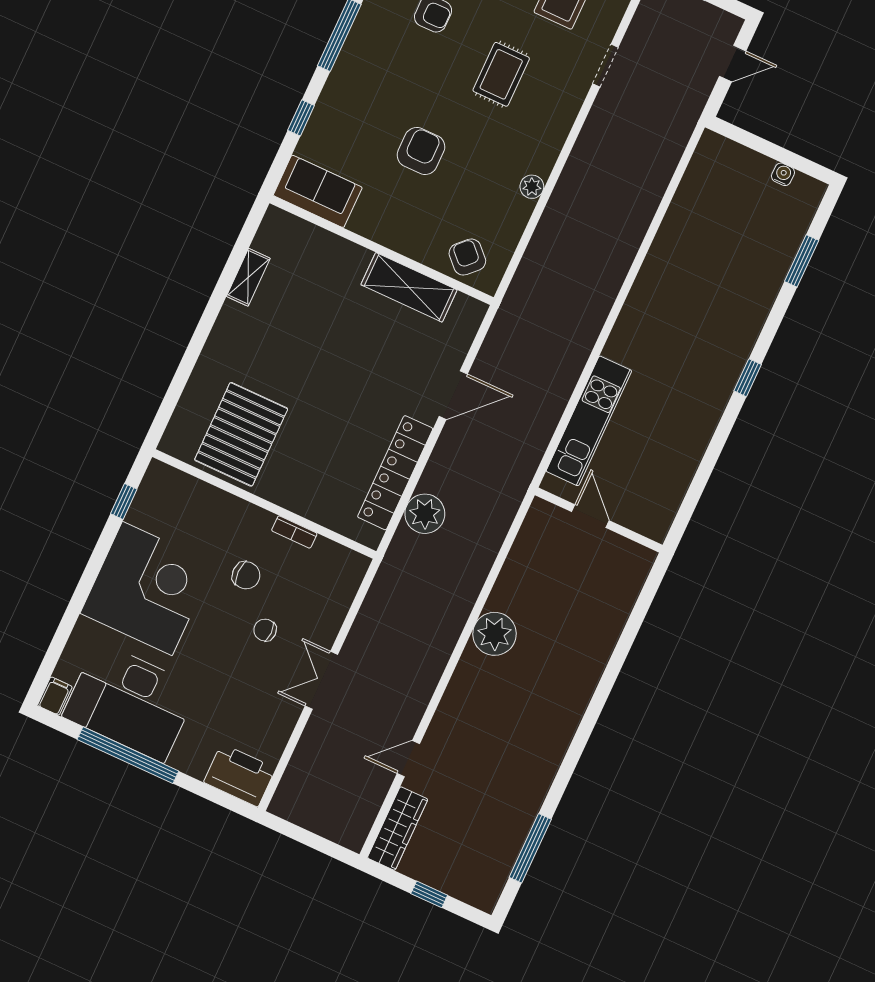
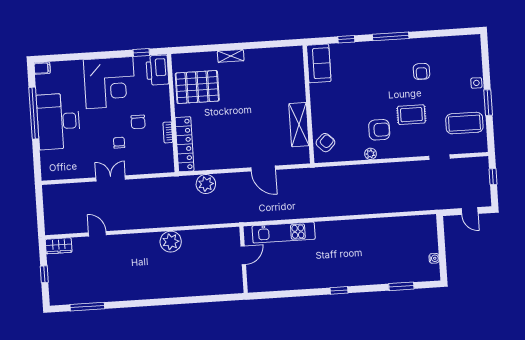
armchair: (421, 151) -> (379, 130), moved
shelving: (248, 277) -> (231, 56), moved
locker: (395, 473) -> (185, 144), moved, turned 90
desk: (130, 702) -> (58, 121), moved
printer: (240, 775) -> (157, 70), moved, turned 180
wardrobe: (398, 828) -> (59, 246), width x0.67

